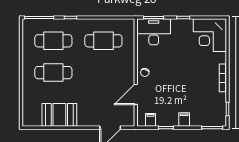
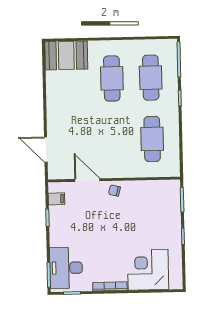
desk: (154, 32) -> (66, 268), moved, turned 180
corner desk: (210, 35) -> (148, 270), moved
booth: (59, 115) -> (66, 55), moved, turned 90
filing cabinet: (184, 120) -> (58, 240), removed

